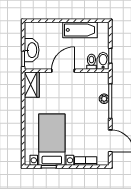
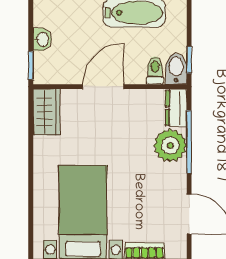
washbasin: (32, 50) -> (42, 39), width x0.52, depth x0.69
dresser: (103, 82) -> (176, 108), added
plant: (104, 99) -> (170, 145), width x1.88, depth x1.88

